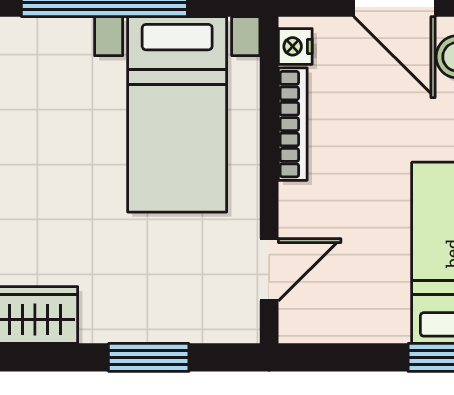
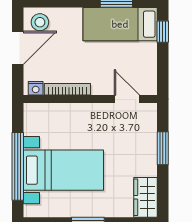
bed with nightstands: (177, 114) -> (63, 170), moved

